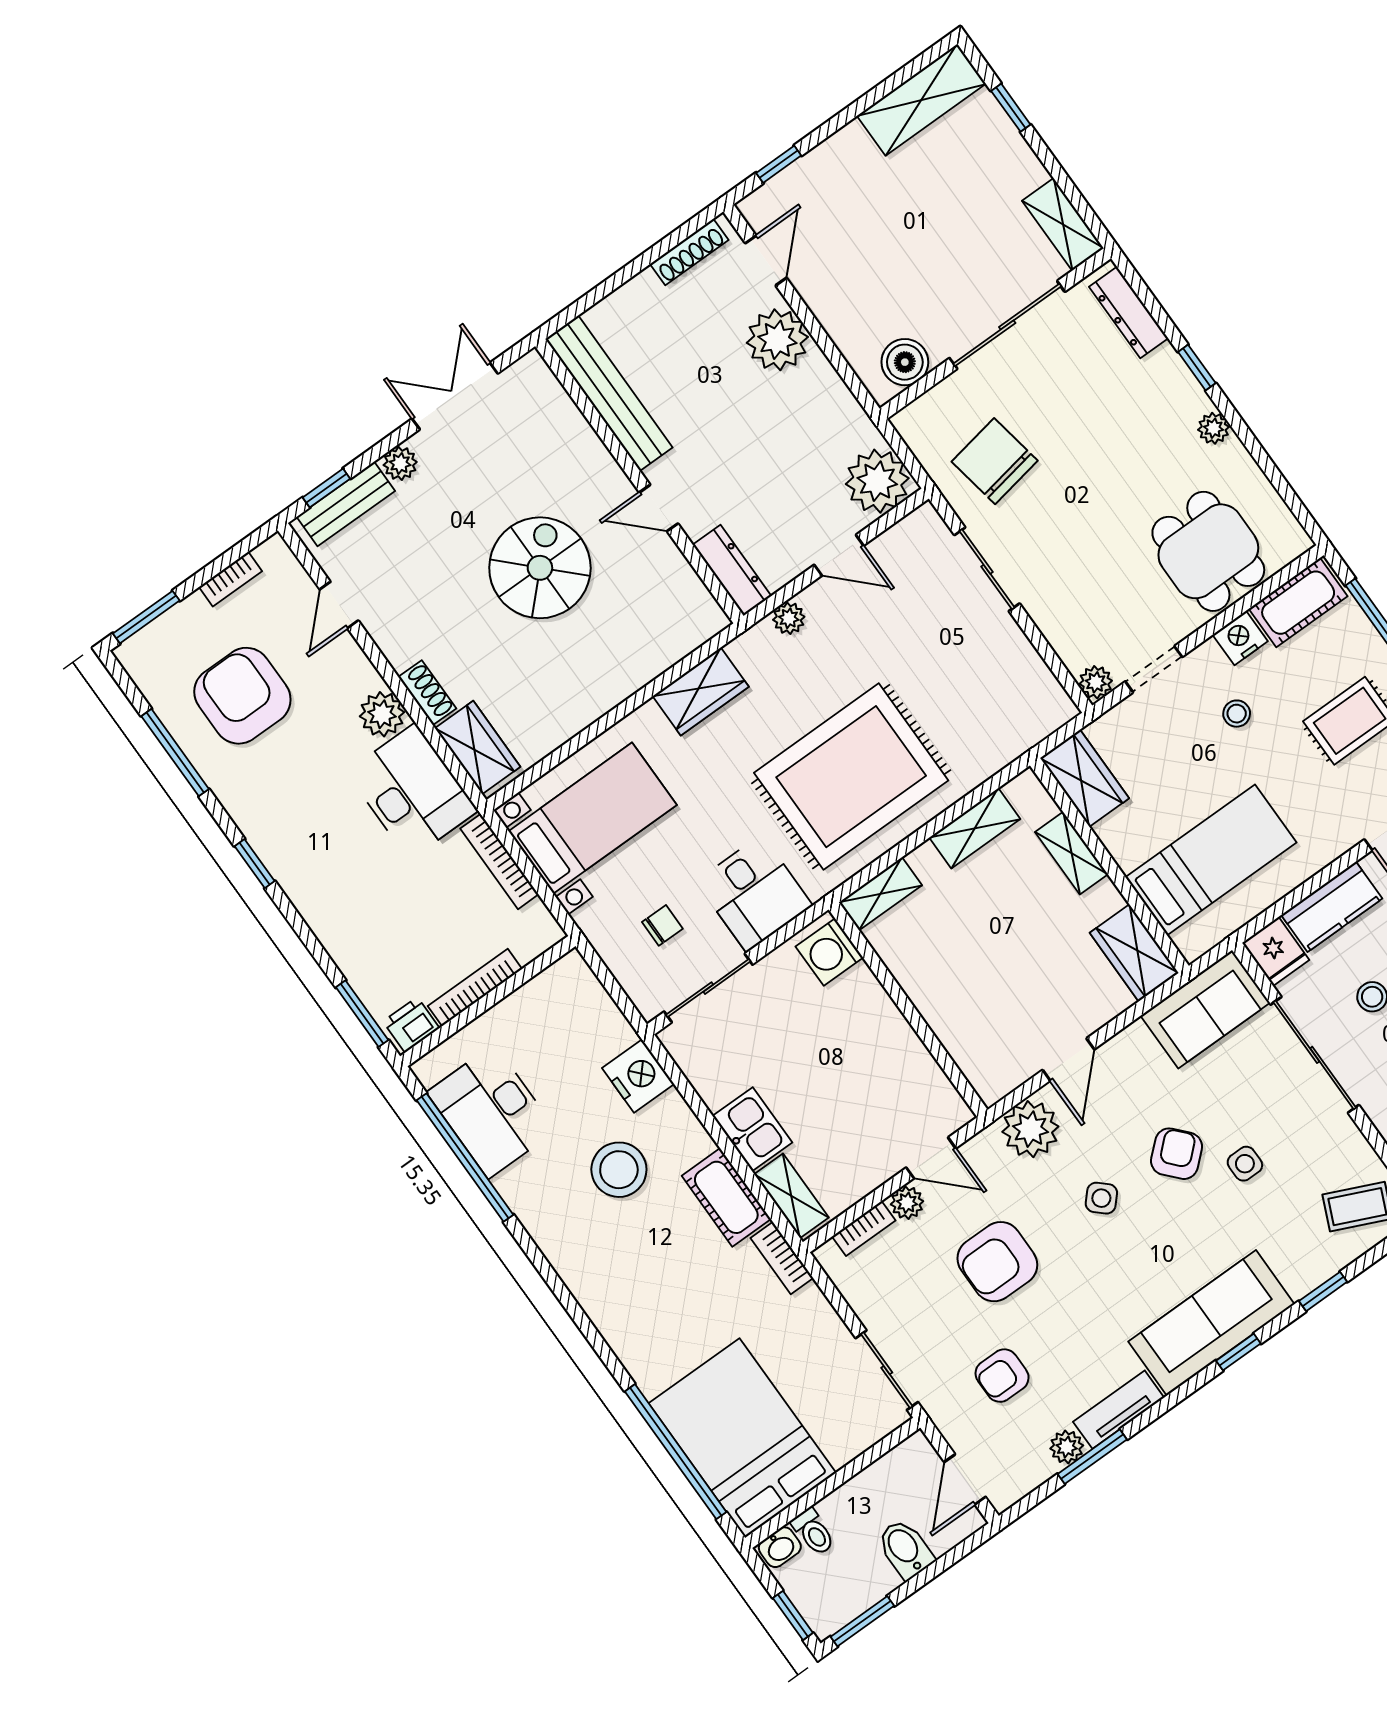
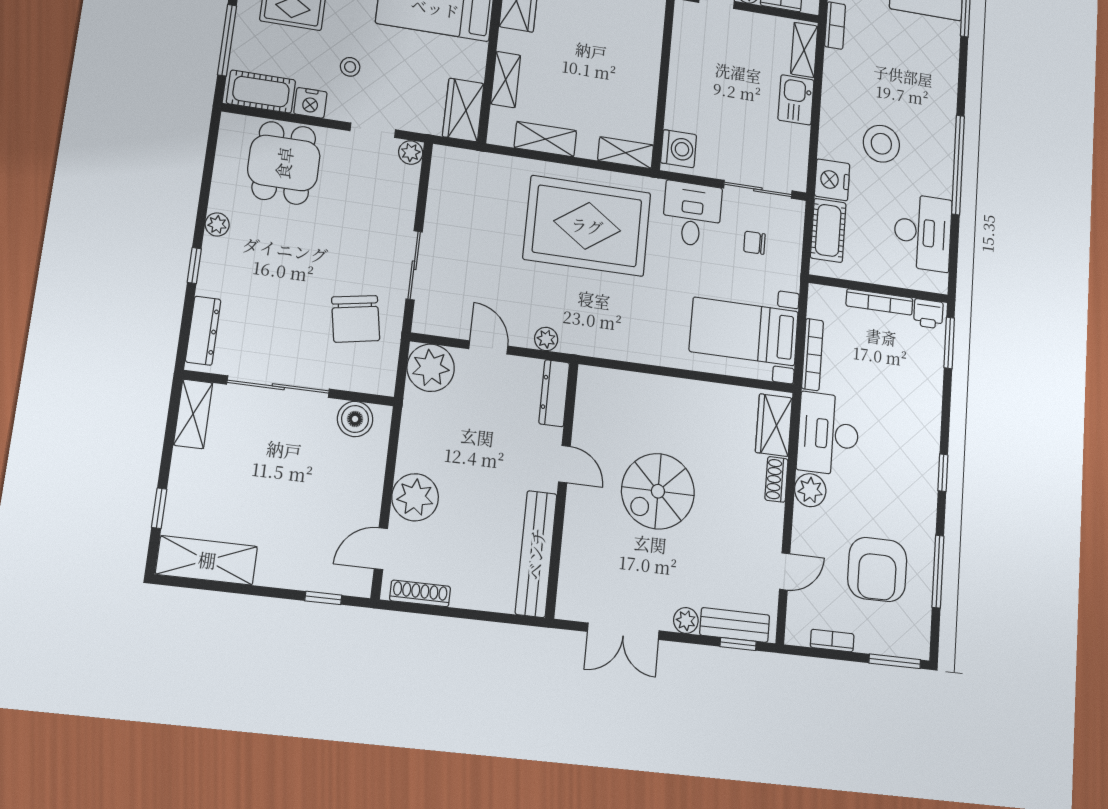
wardrobe: (701, 692) -> (628, 344), removed
window: (465, 1158) -> (958, 165), moved
cot: (726, 1197) -> (828, 230), moved

